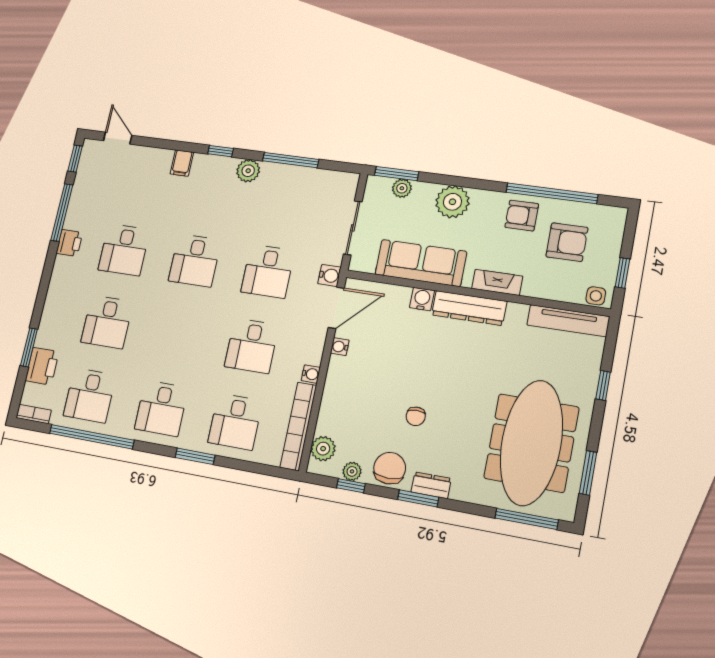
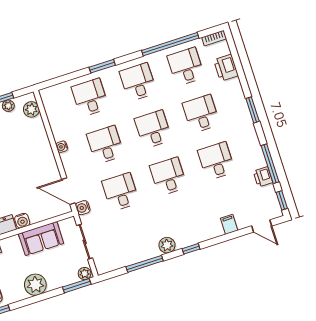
filing cabinet: (182, 163) -> (229, 224), moved
plant: (402, 188) -> (85, 274), moved
printer: (69, 243) -> (263, 177), moved
sofa: (421, 263) -> (41, 239), width x0.73
door: (336, 308) -> (68, 191), hinge flipped
desk: (178, 334) -> (153, 129), added
window: (29, 347) -> (253, 110), moved
water cooler: (340, 347) -> (54, 170), removed
bookcase: (298, 426) -> (52, 114), removed

